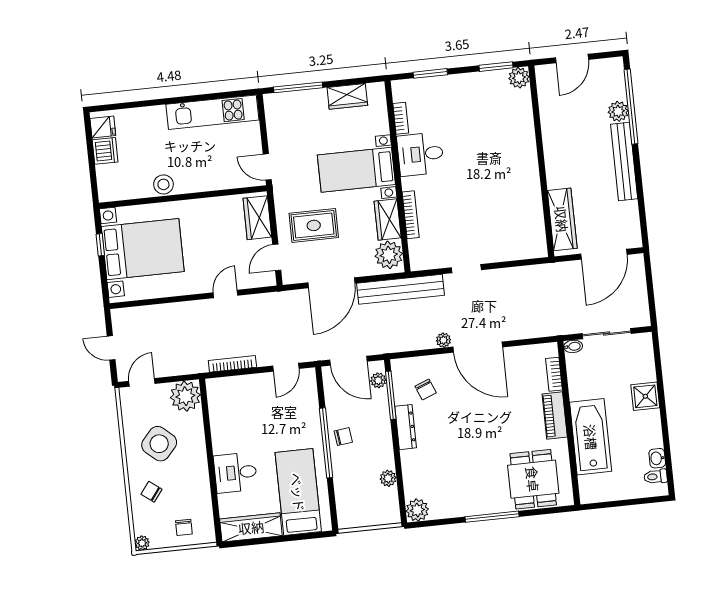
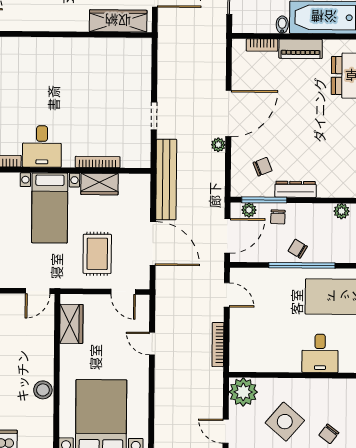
wardrobe: (257, 218) -> (71, 324), moved, turned -90
plant: (389, 255) -> (133, 187), removed
bidet: (573, 346) -> (282, 25), moved
chair: (374, 412) -> (278, 217), added
chair: (343, 437) -> (298, 249), turned -52

